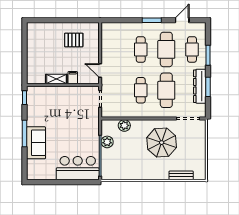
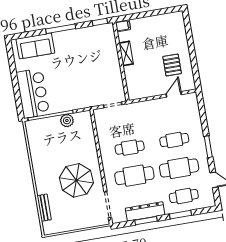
door: (100, 70) -> (174, 94), moved
filing cabinet: (73, 78) -> (123, 26), moved
plant: (124, 125) -> (88, 136), removed
sofa: (36, 143) -> (35, 46), moved

